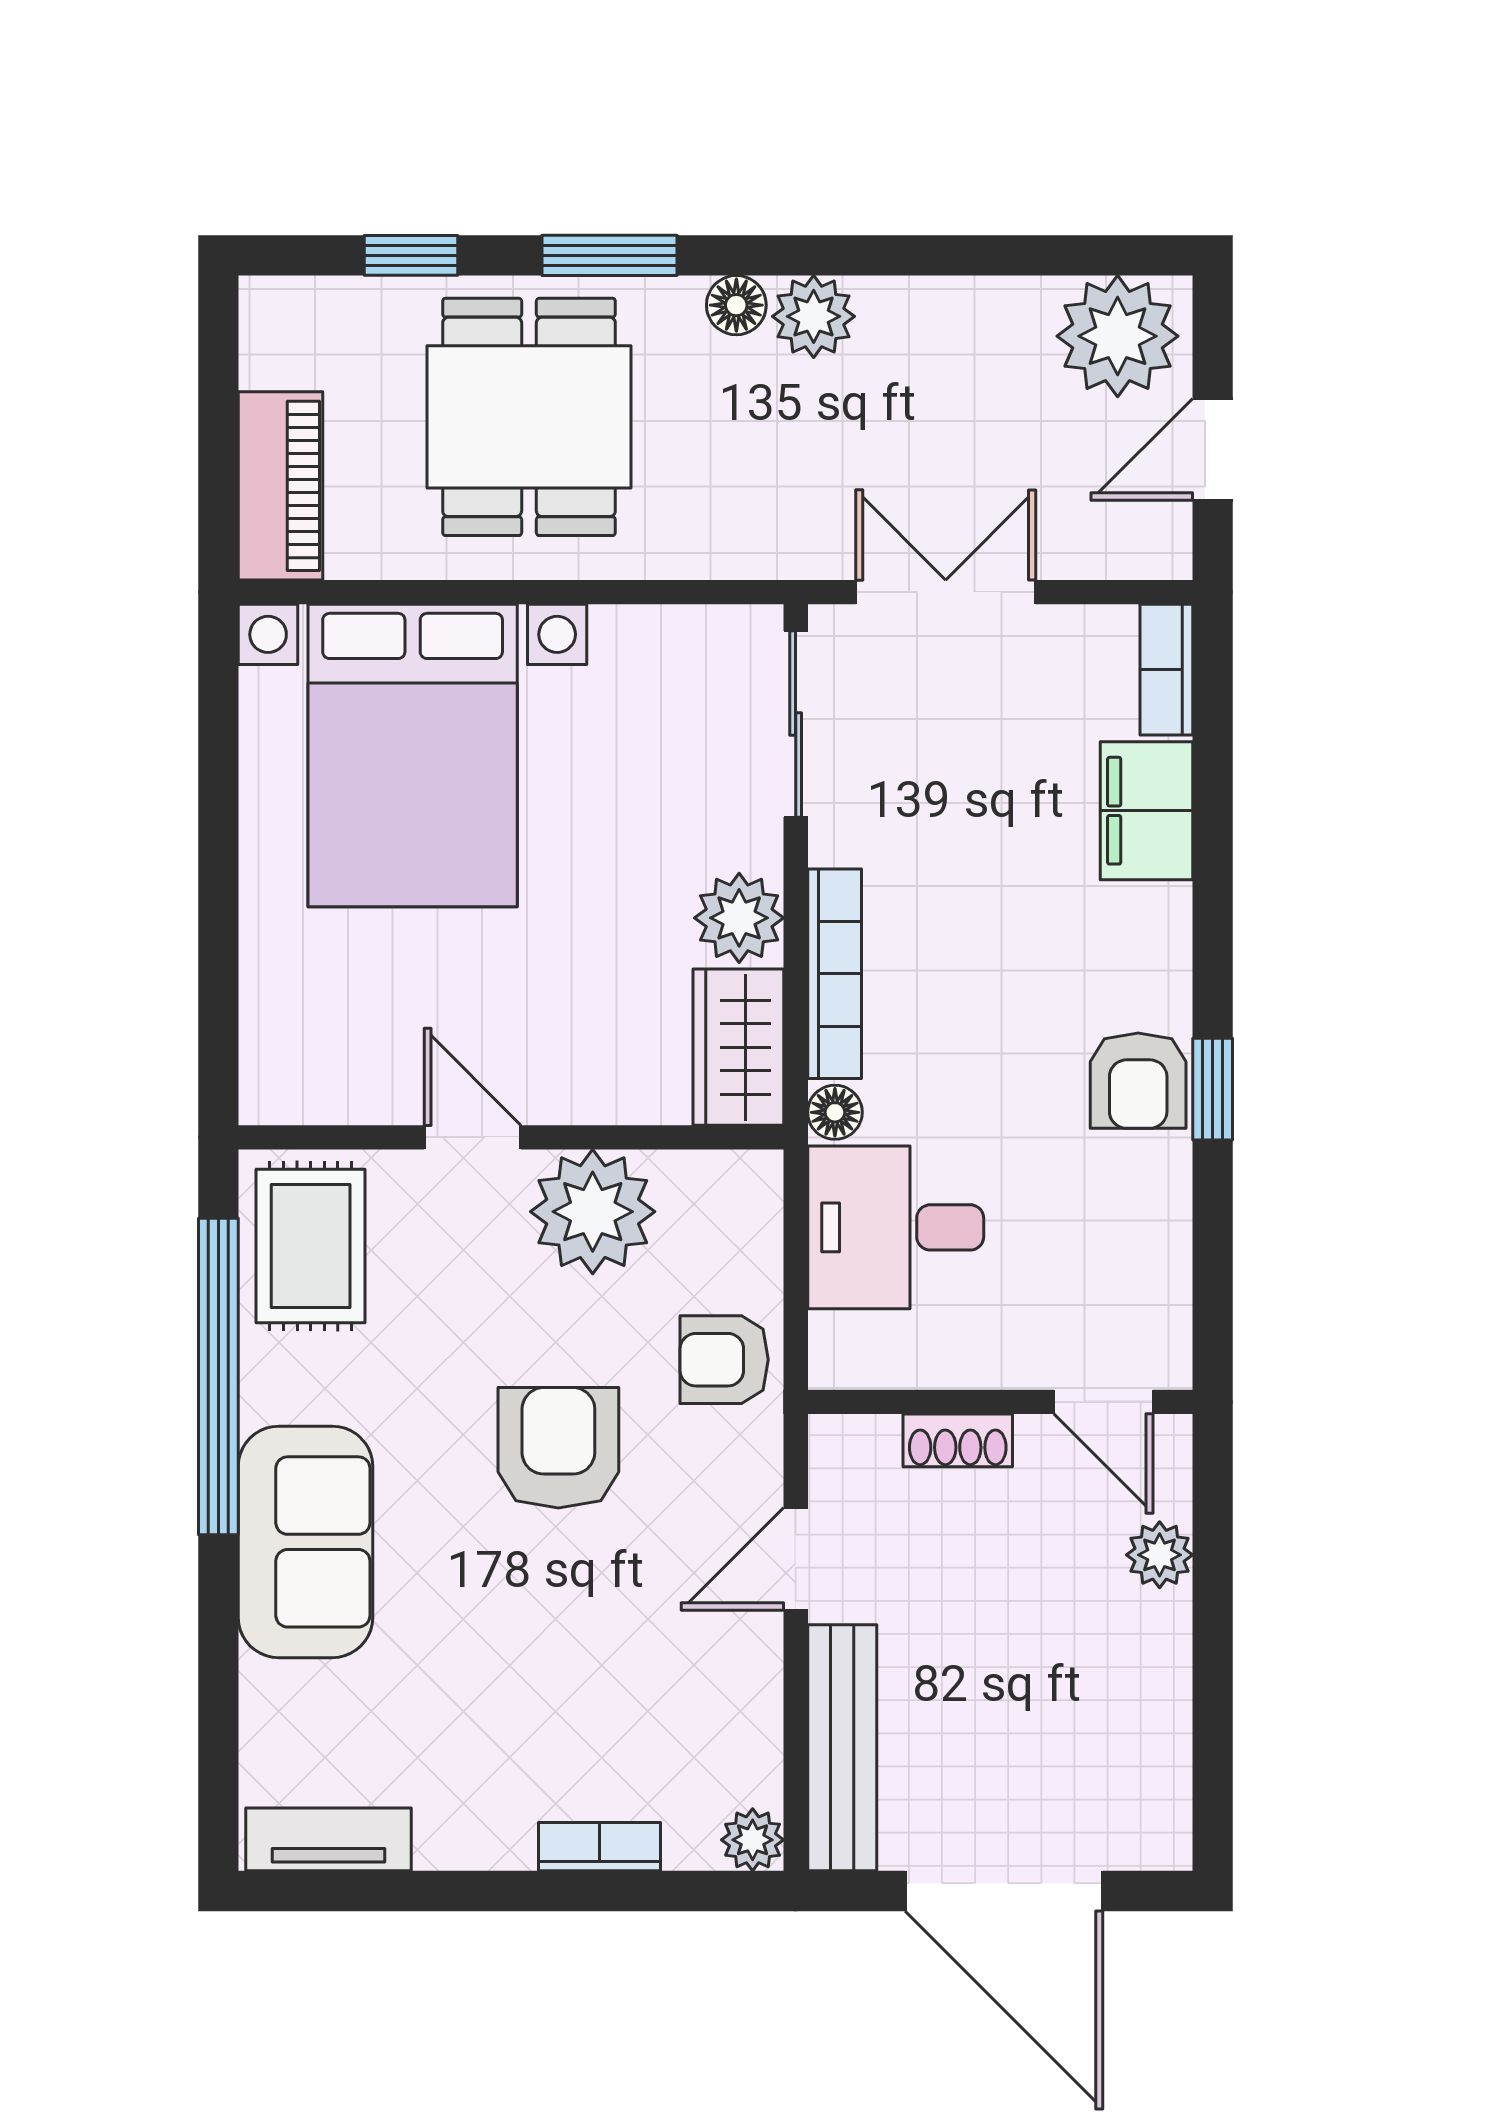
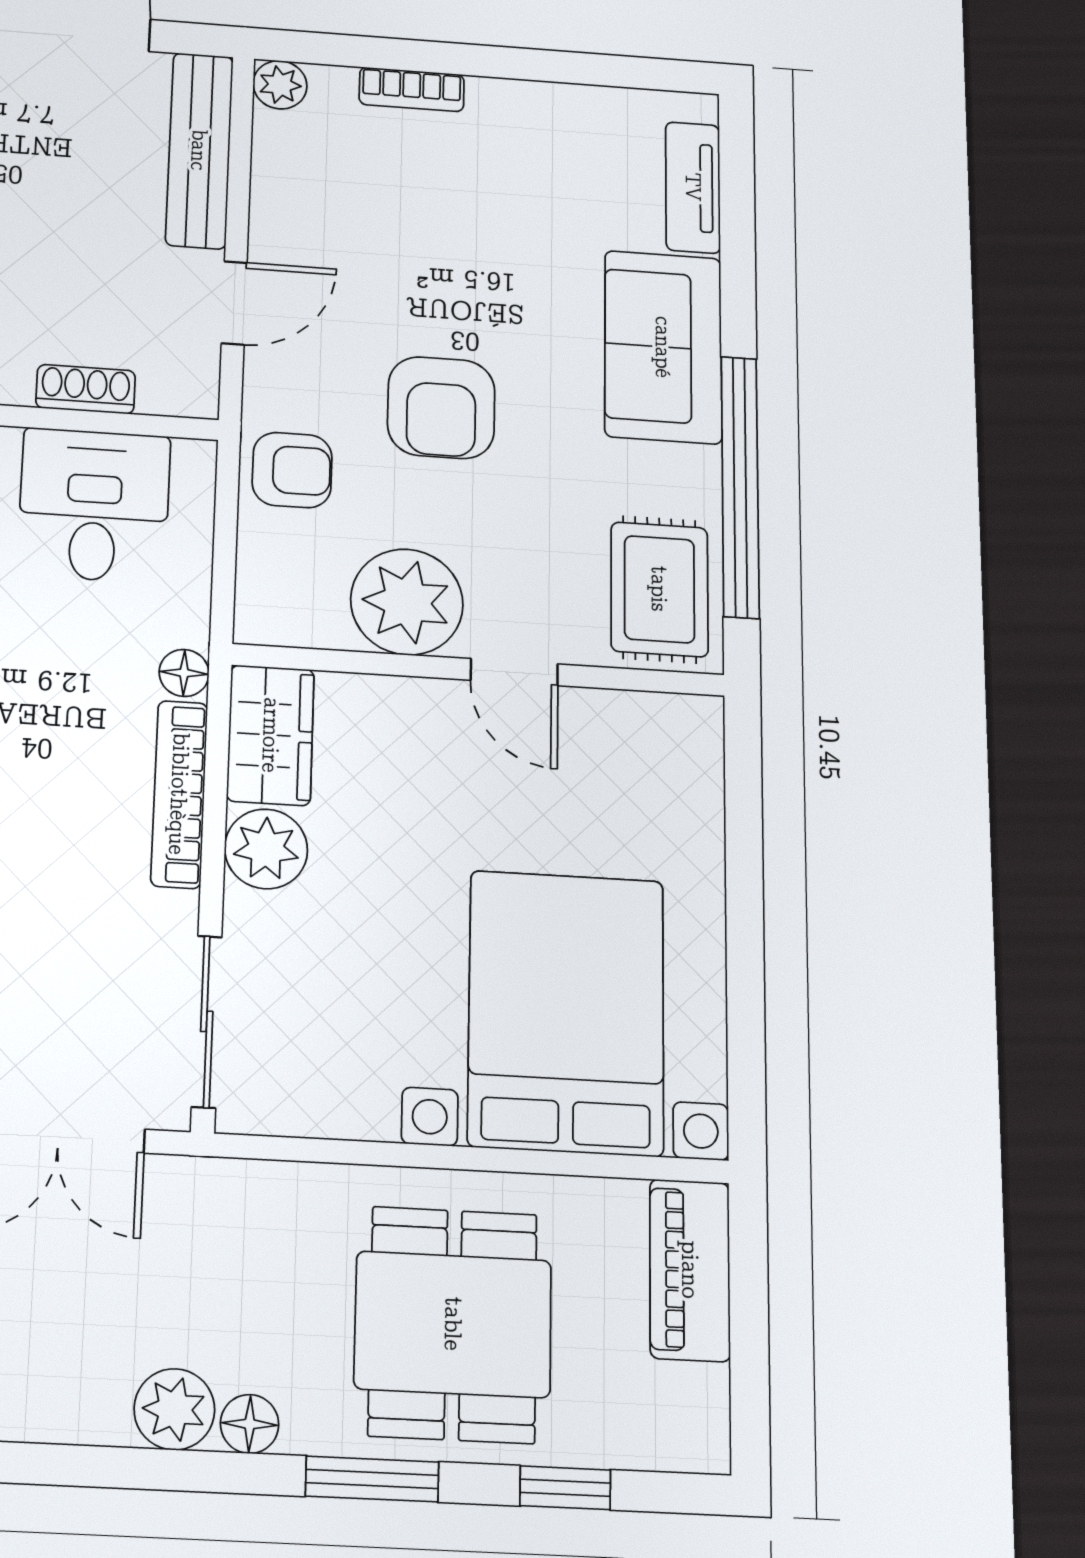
desk: (896, 1227) -> (94, 505), moved, turned -90
tv unit: (329, 1839) -> (693, 187), moved, turned 90

